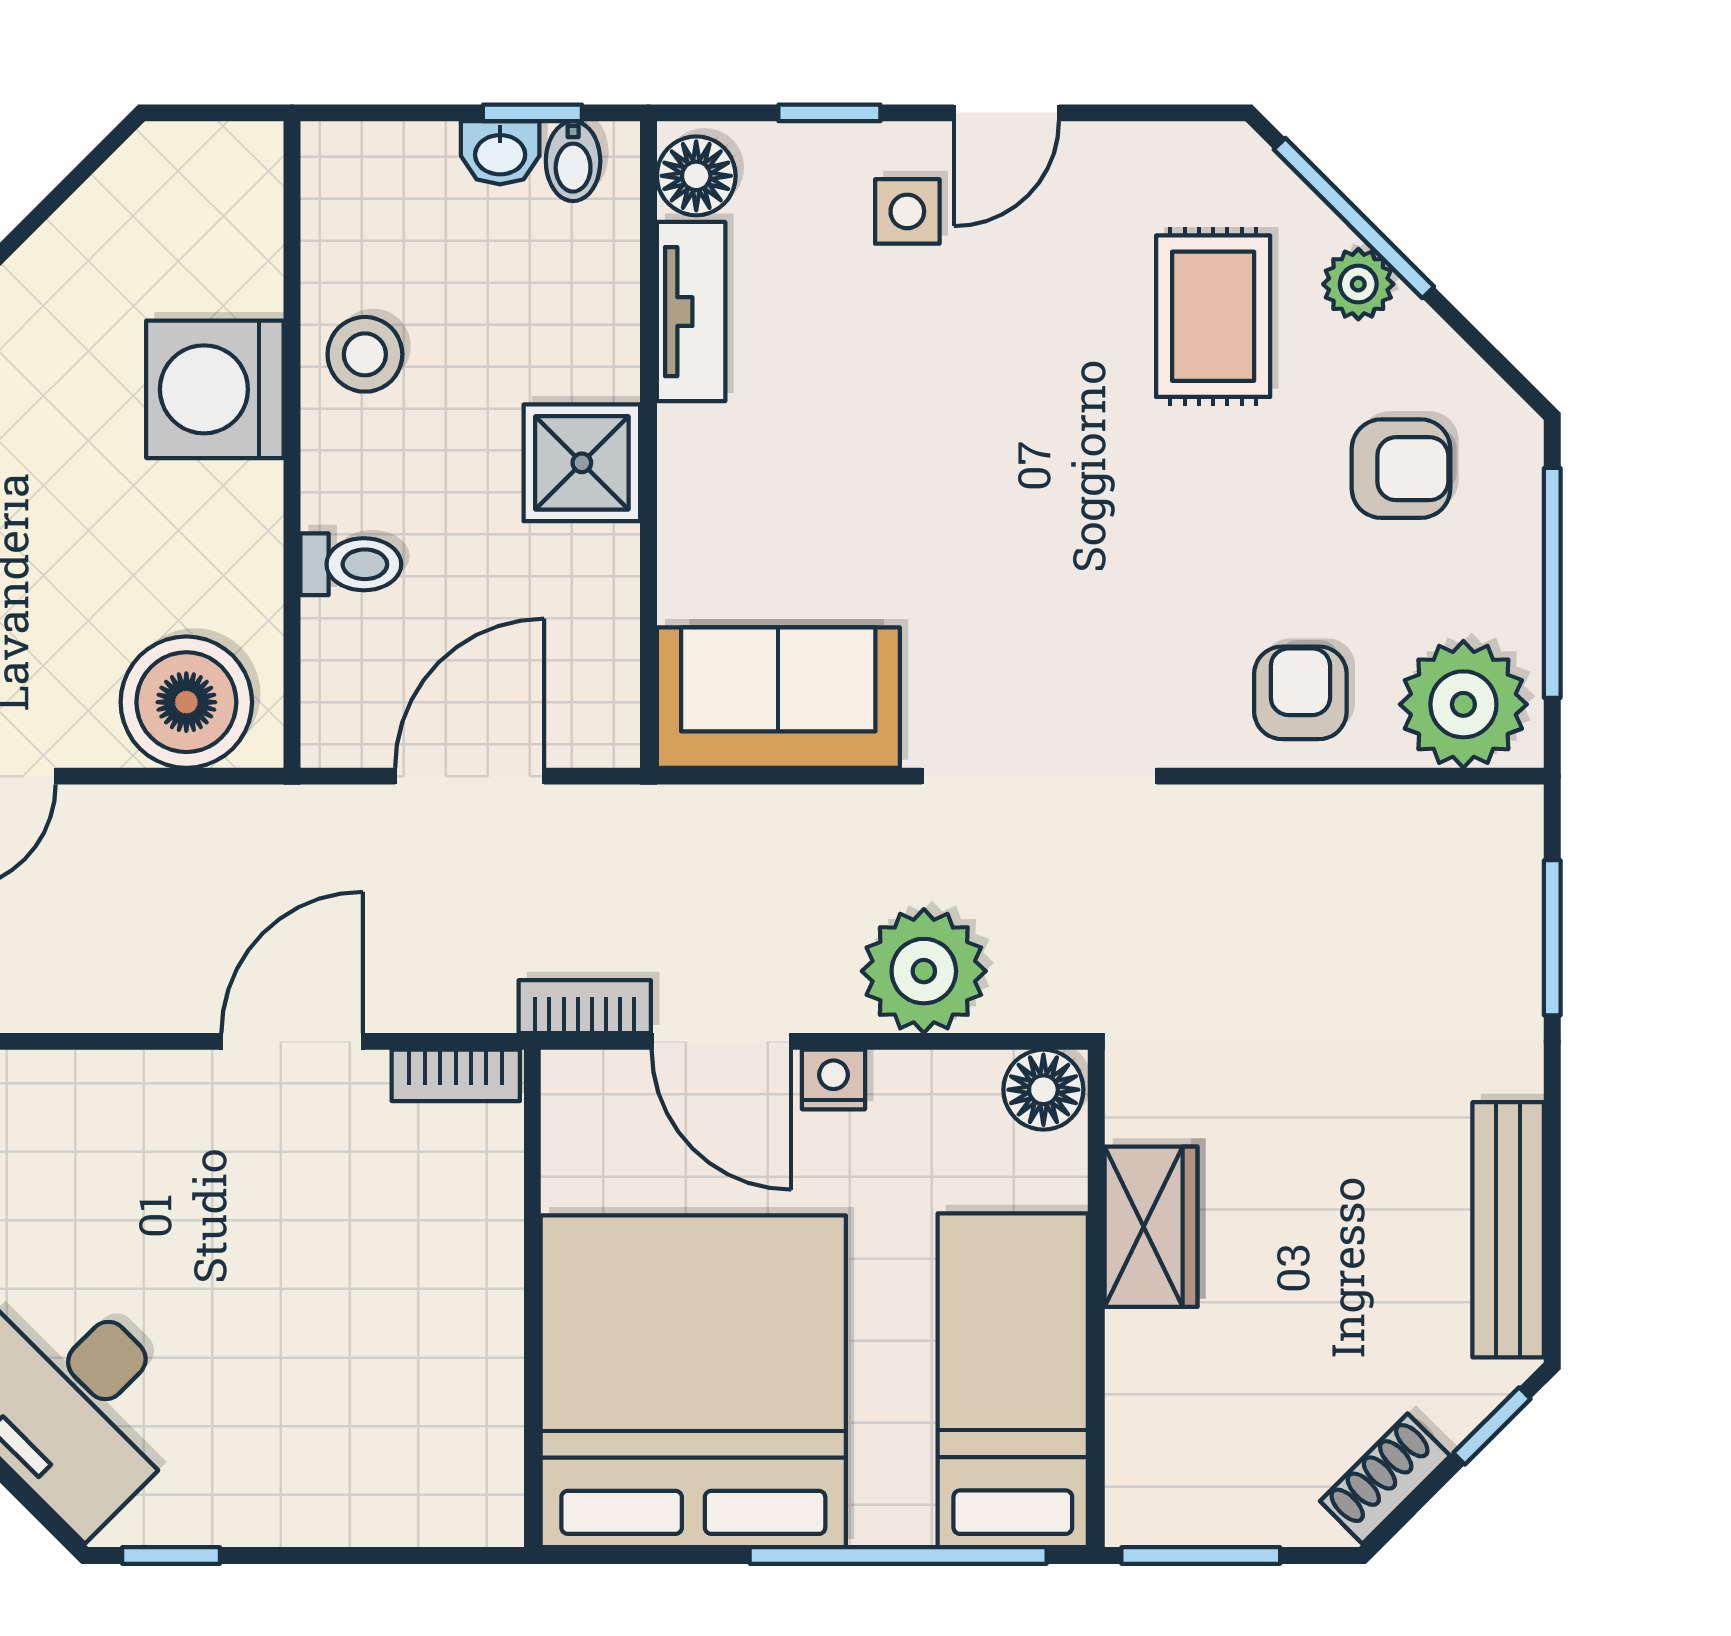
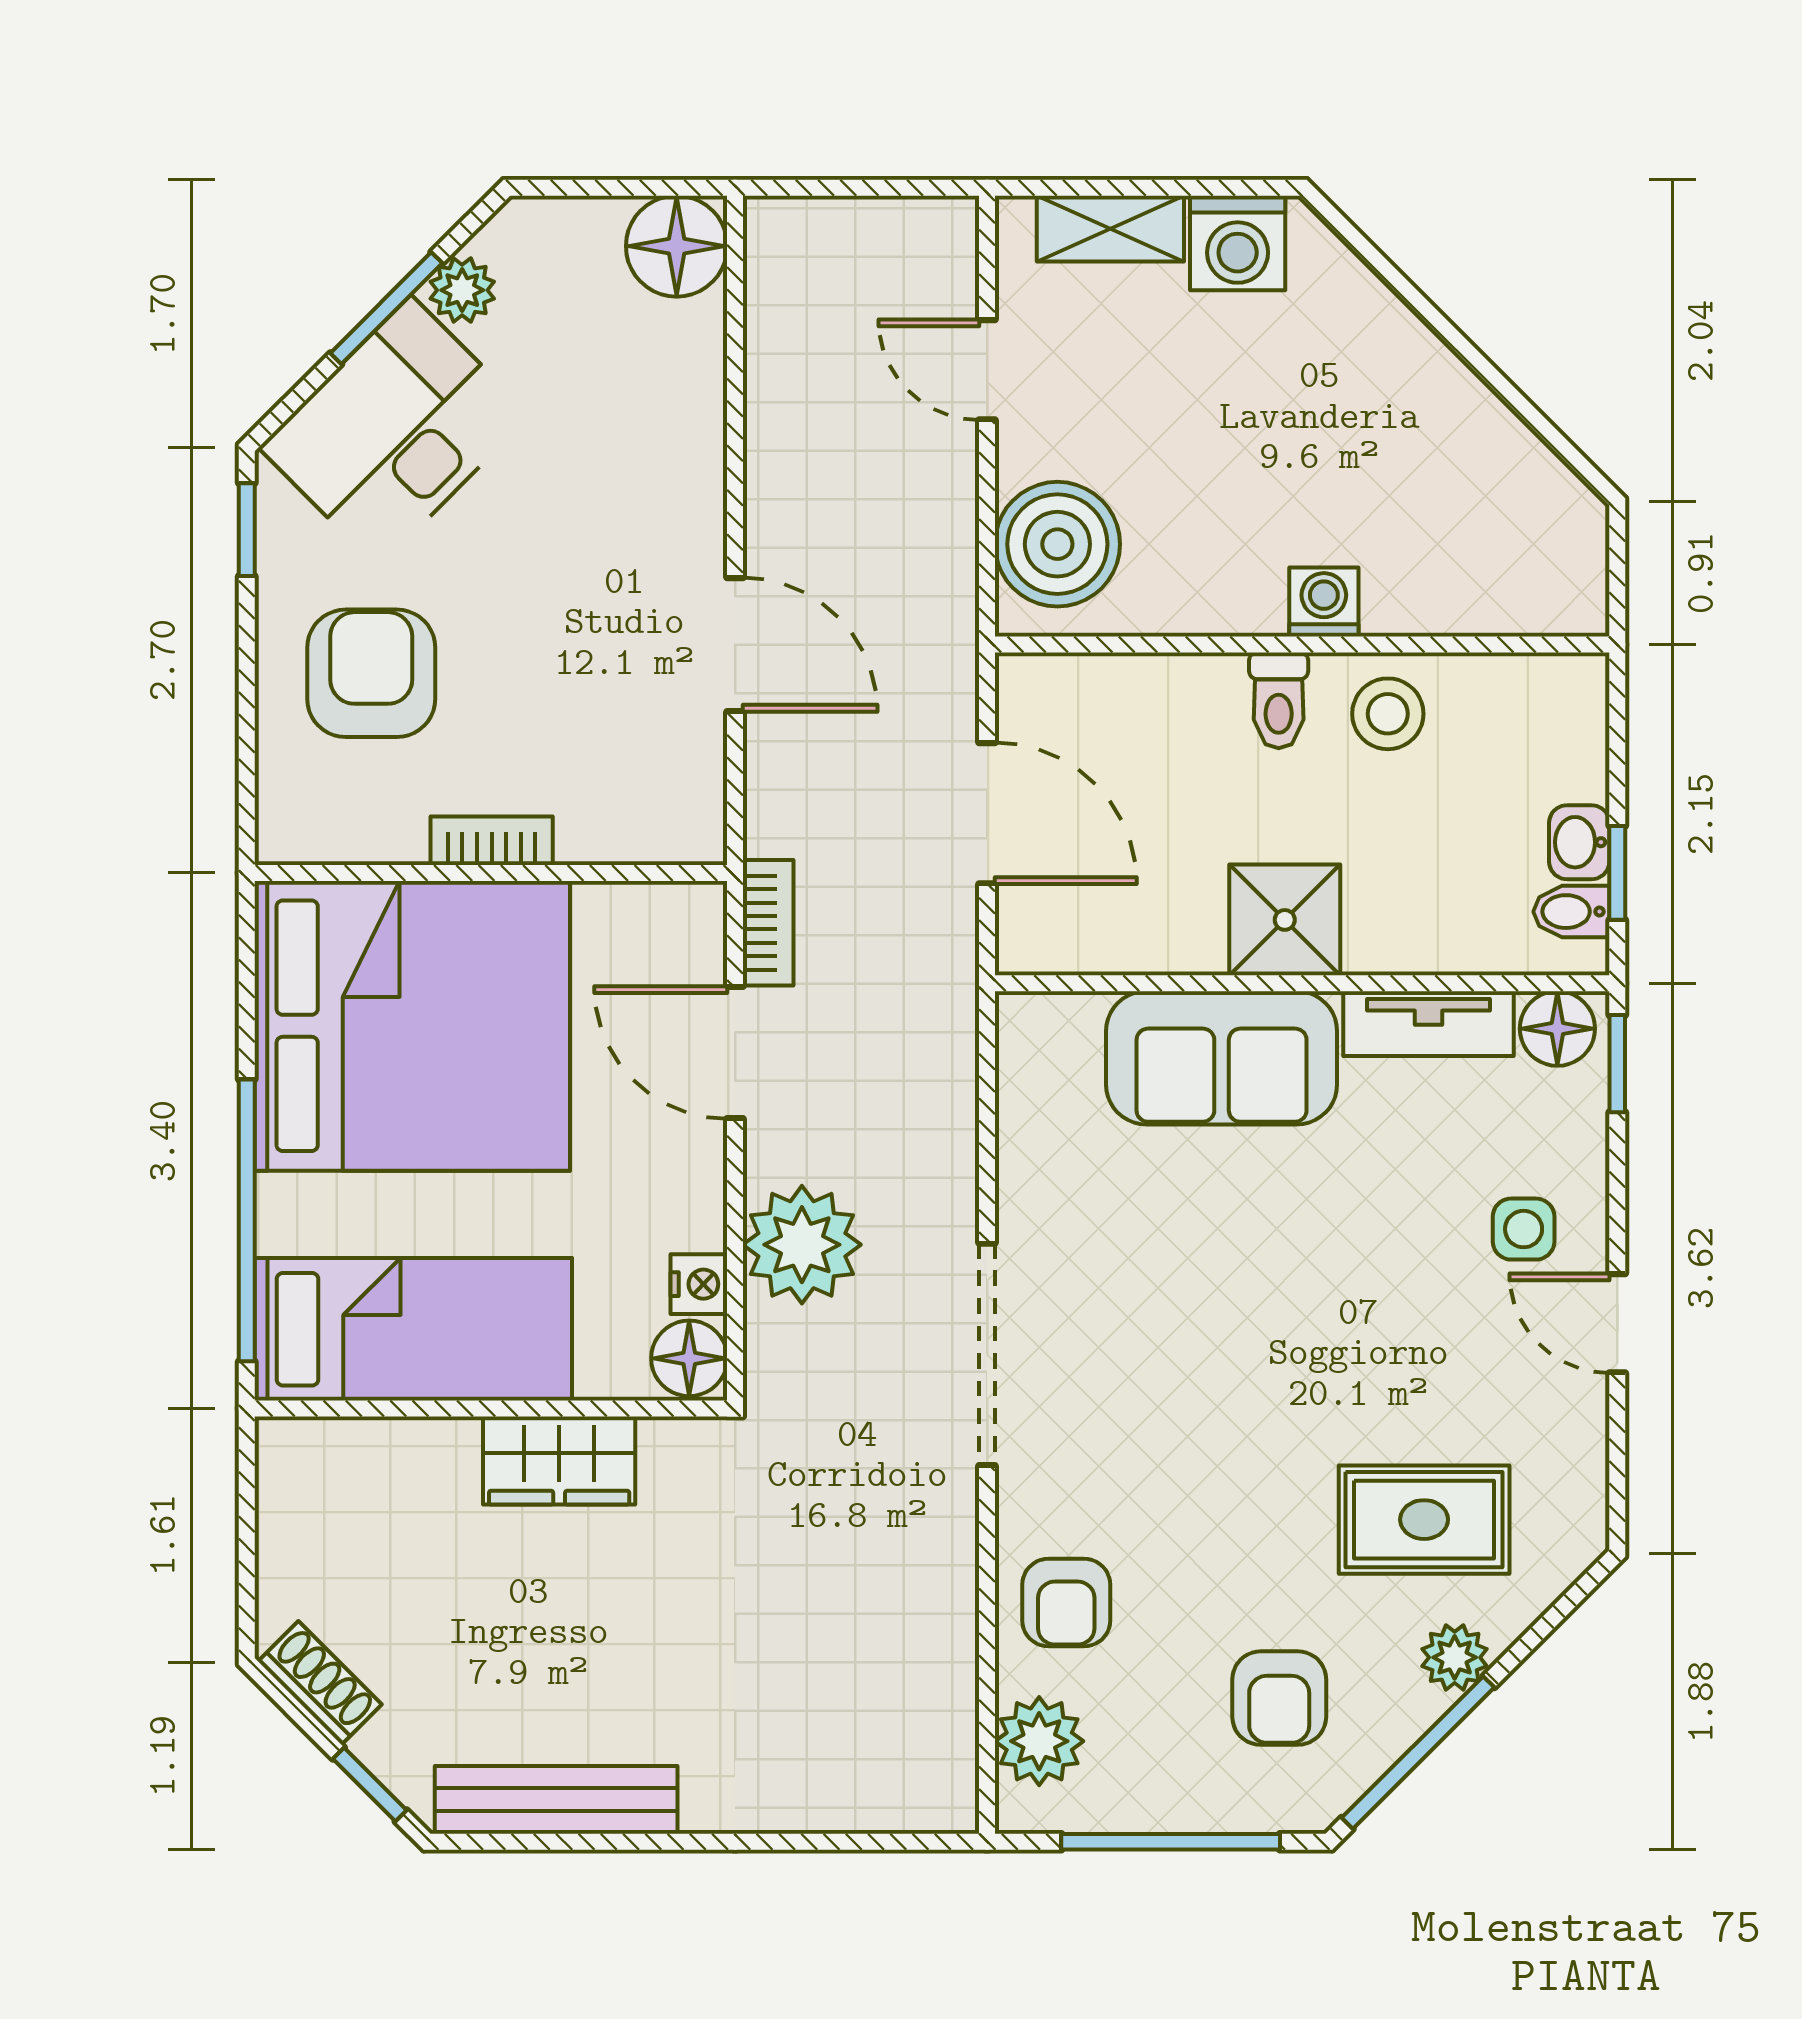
window: (829, 113) -> (1617, 1064), moved
window: (1354, 218) -> (1418, 1753), moved
washing machine: (215, 389) -> (1324, 602), width x0.53, depth x0.53
toilet: (351, 564) -> (1279, 700), moved
armchair: (1300, 693) -> (1066, 1603), turned 90
sofa: (778, 698) -> (1222, 1058), moved, turned 90
plant: (1463, 704) -> (1039, 1741), width x0.73, depth x0.73
window: (1552, 938) -> (834, 1842), removed
door: (721, 1041) -> (735, 1053), hinge flipped
bookcase: (456, 1075) -> (492, 841), moved, turned 90
nightstand: (833, 1080) -> (699, 1284), moved
armchair: (322, 1424) -> (371, 673), added
window: (1201, 1555) -> (247, 1508), removed

